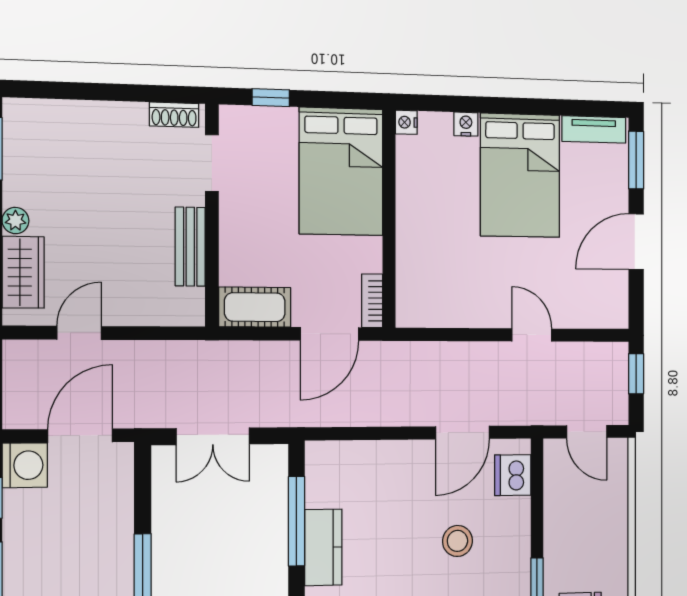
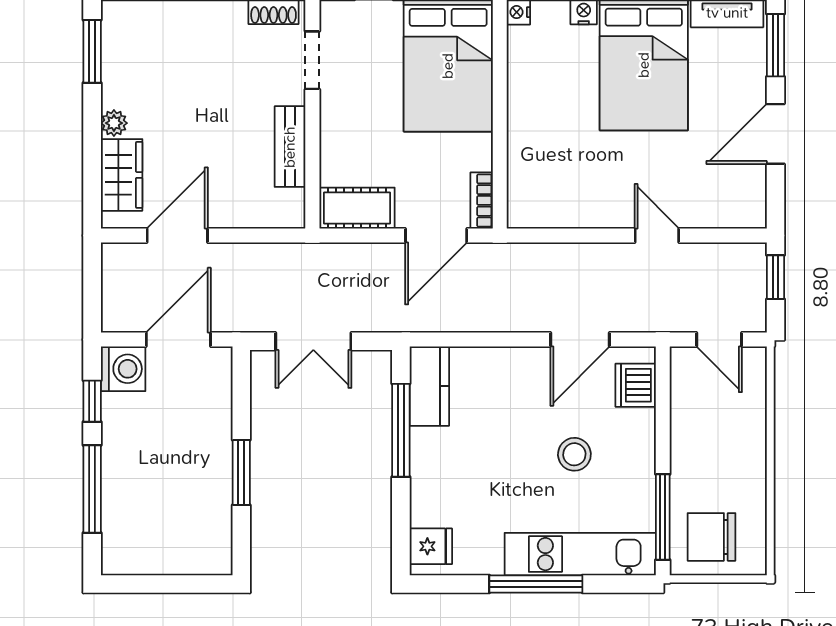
door: (79, 333) -> (177, 235), width x1.38
kitchen counter: (323, 547) -> (429, 386), moved

